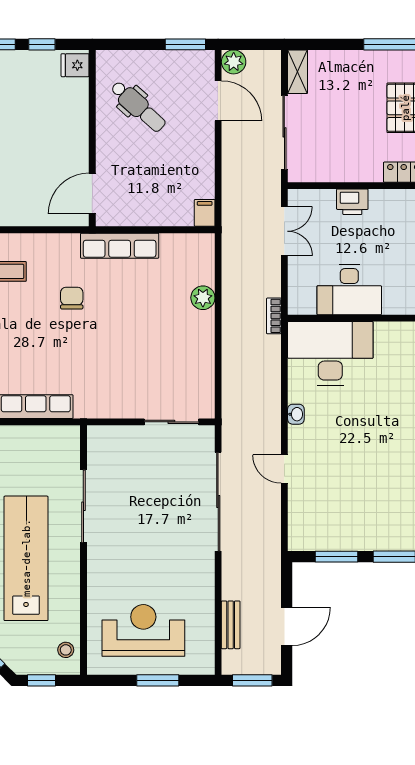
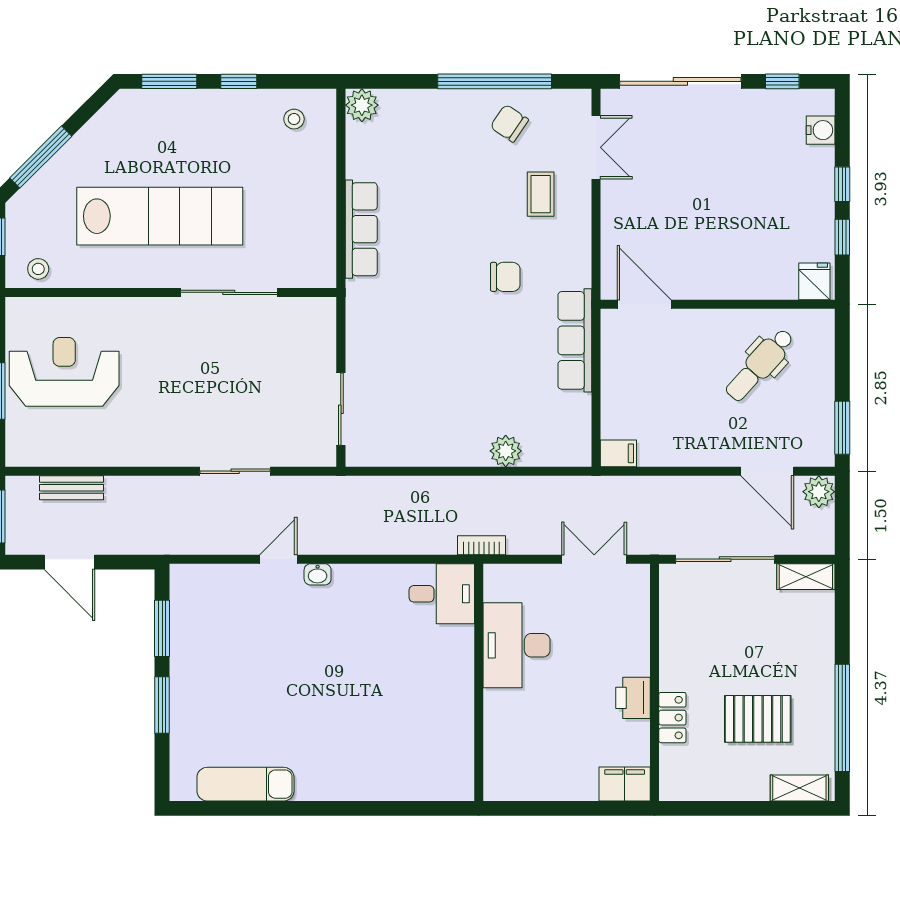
door: (218, 101) -> (767, 471), hinge flipped
printer: (352, 202) -> (633, 698), moved
double door: (284, 231) -> (594, 559), swing flipped
desk: (330, 353) -> (442, 594), width x0.53, depth x0.77
washbasin: (296, 414) -> (318, 574), moved
sliding door: (218, 502) -> (235, 471), width x0.54
reception desk: (143, 630) -> (64, 372), turned -90

